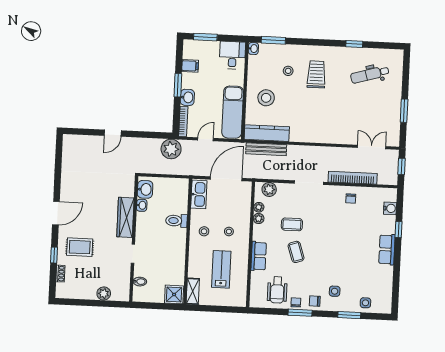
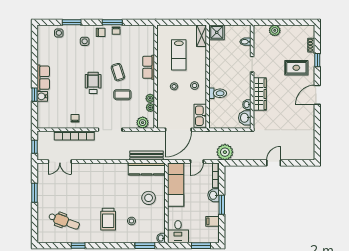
dental chair: (370, 75) -> (64, 221), turned 36
water cooler: (390, 208) -> (42, 96), moved
wheelchair: (277, 290) -> (93, 83), moved

